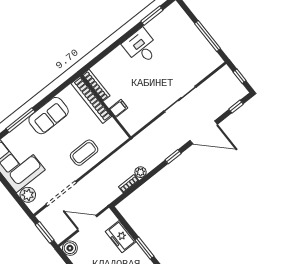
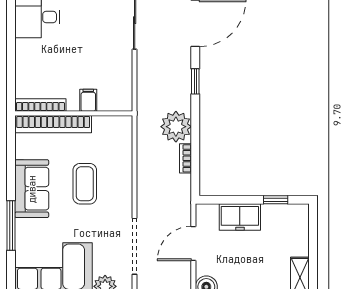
coffee table: (84, 153) -> (85, 184), moved
plant: (140, 172) -> (176, 127), width x1.88, depth x1.88
window: (144, 248) -> (276, 200), width x0.67

